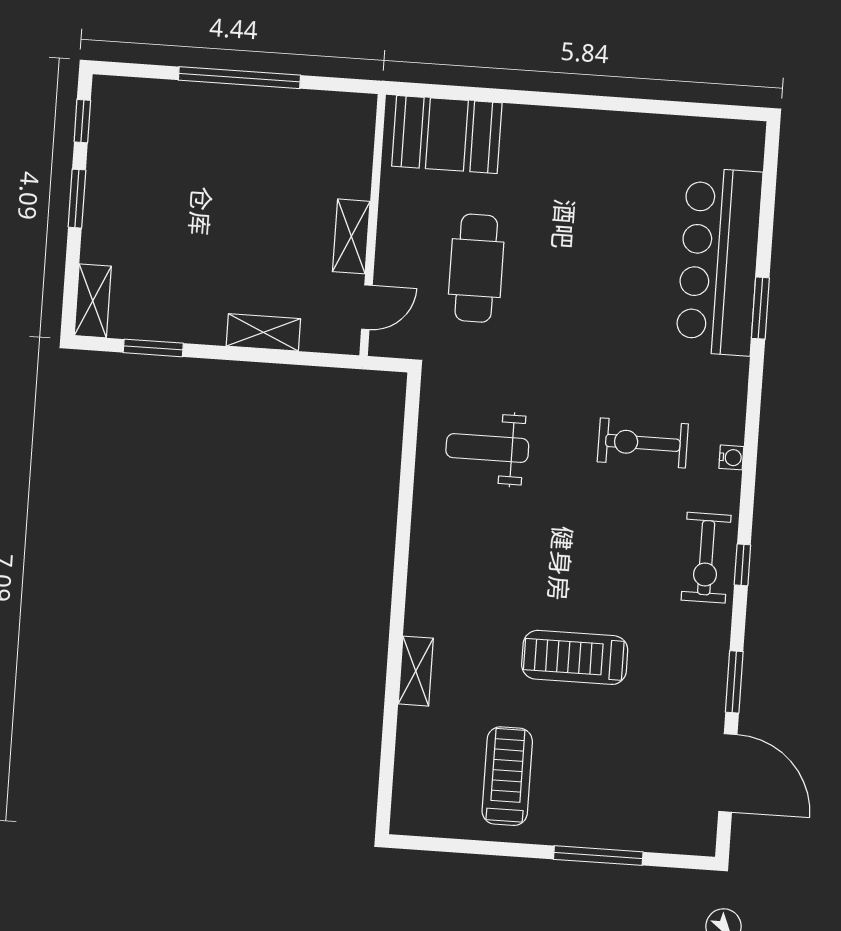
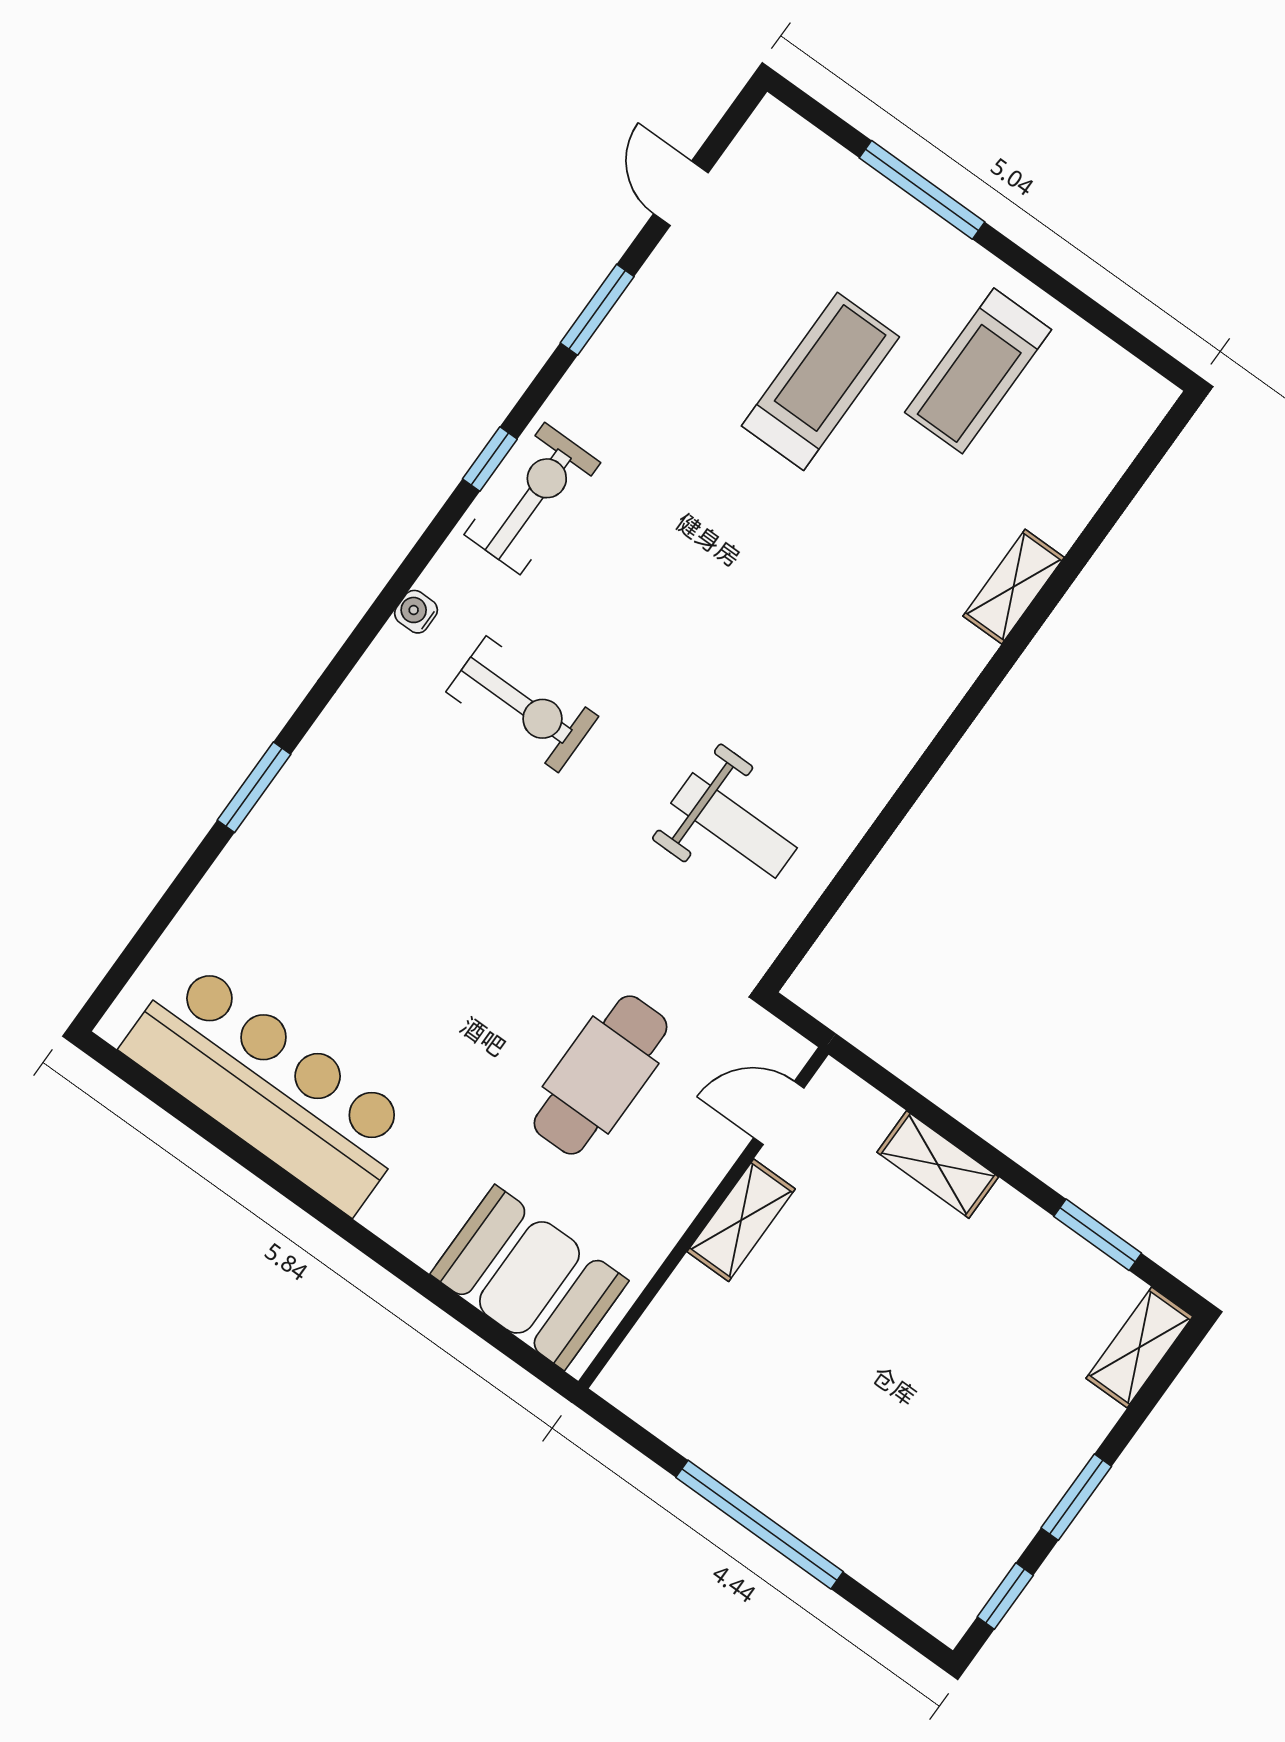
bar counter: (719, 262) -> (269, 1086), moved, turned -90
treadmill: (575, 657) -> (820, 381), moved, turned -90
door: (728, 773) -> (681, 193), width x0.53

